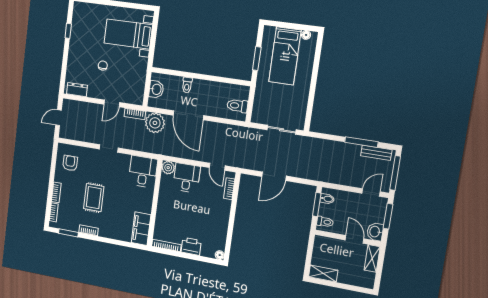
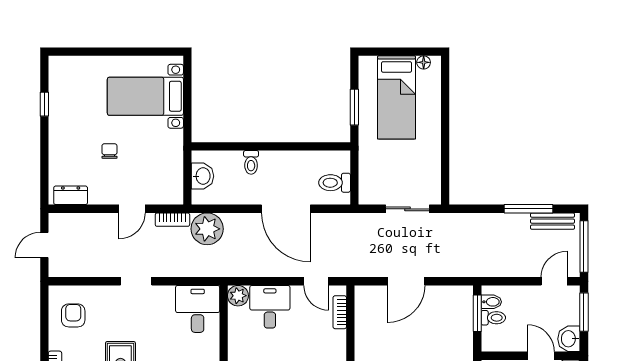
door: (188, 115) -> (286, 209), moved
toilet: (325, 222) -> (493, 318), moved

